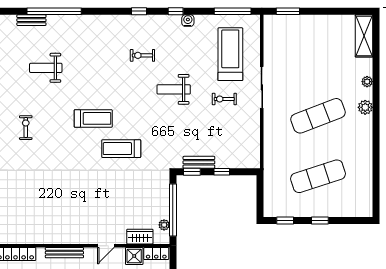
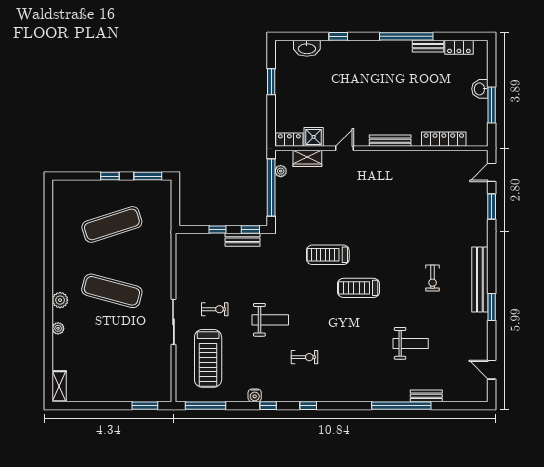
shelving: (364, 36) -> (59, 386), width x0.67, depth x0.75
exercise mat: (318, 116) -> (112, 291), turned 36
treadmill: (121, 149) -> (328, 255), turned 180
window: (285, 220) -> (148, 176), width x1.50

